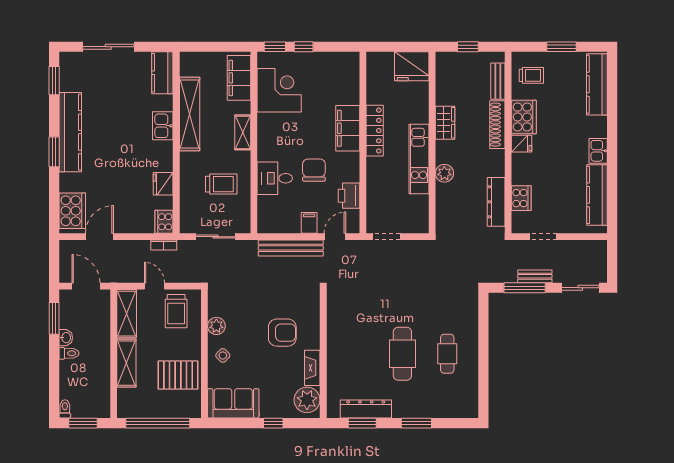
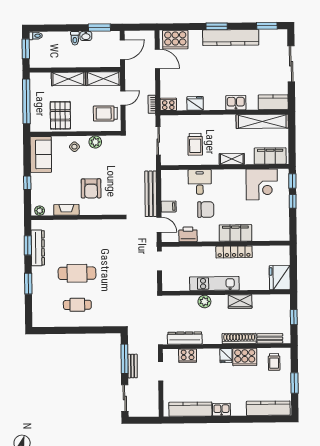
shelving: (190, 114) -> (262, 121), moved
plant: (307, 400) -> (40, 211), width x0.53, depth x0.53

